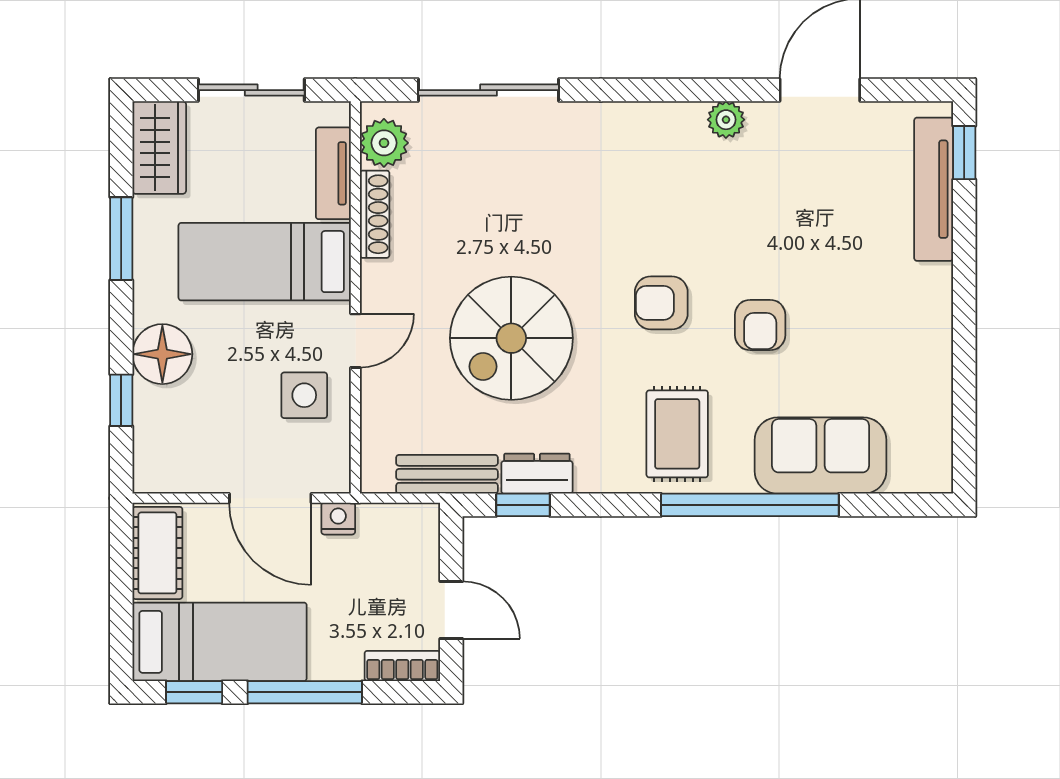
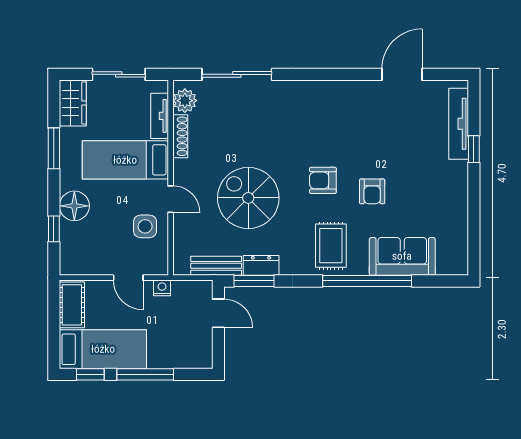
plant: (726, 120) -> (355, 89), removed
window: (964, 153) -> (474, 149), moved
spiral stairs: (511, 338) -> (248, 198), turned 90
door: (355, 341) -> (171, 199), hinge flipped
door: (270, 498) -> (128, 278), width x0.73
window: (523, 505) -> (254, 281), width x1.50
door: (451, 610) -> (218, 313), moved
bookcase: (402, 666) -> (194, 361), removed

